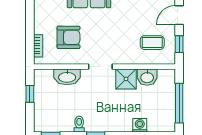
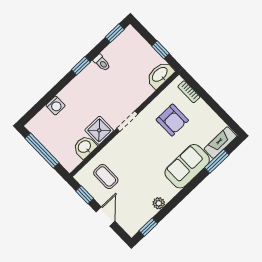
armchair: (69, 37) -> (172, 120), turned -90
coffee table: (152, 43) -> (106, 176), turned 90
washbasin: (67, 77) -> (160, 75), moved

